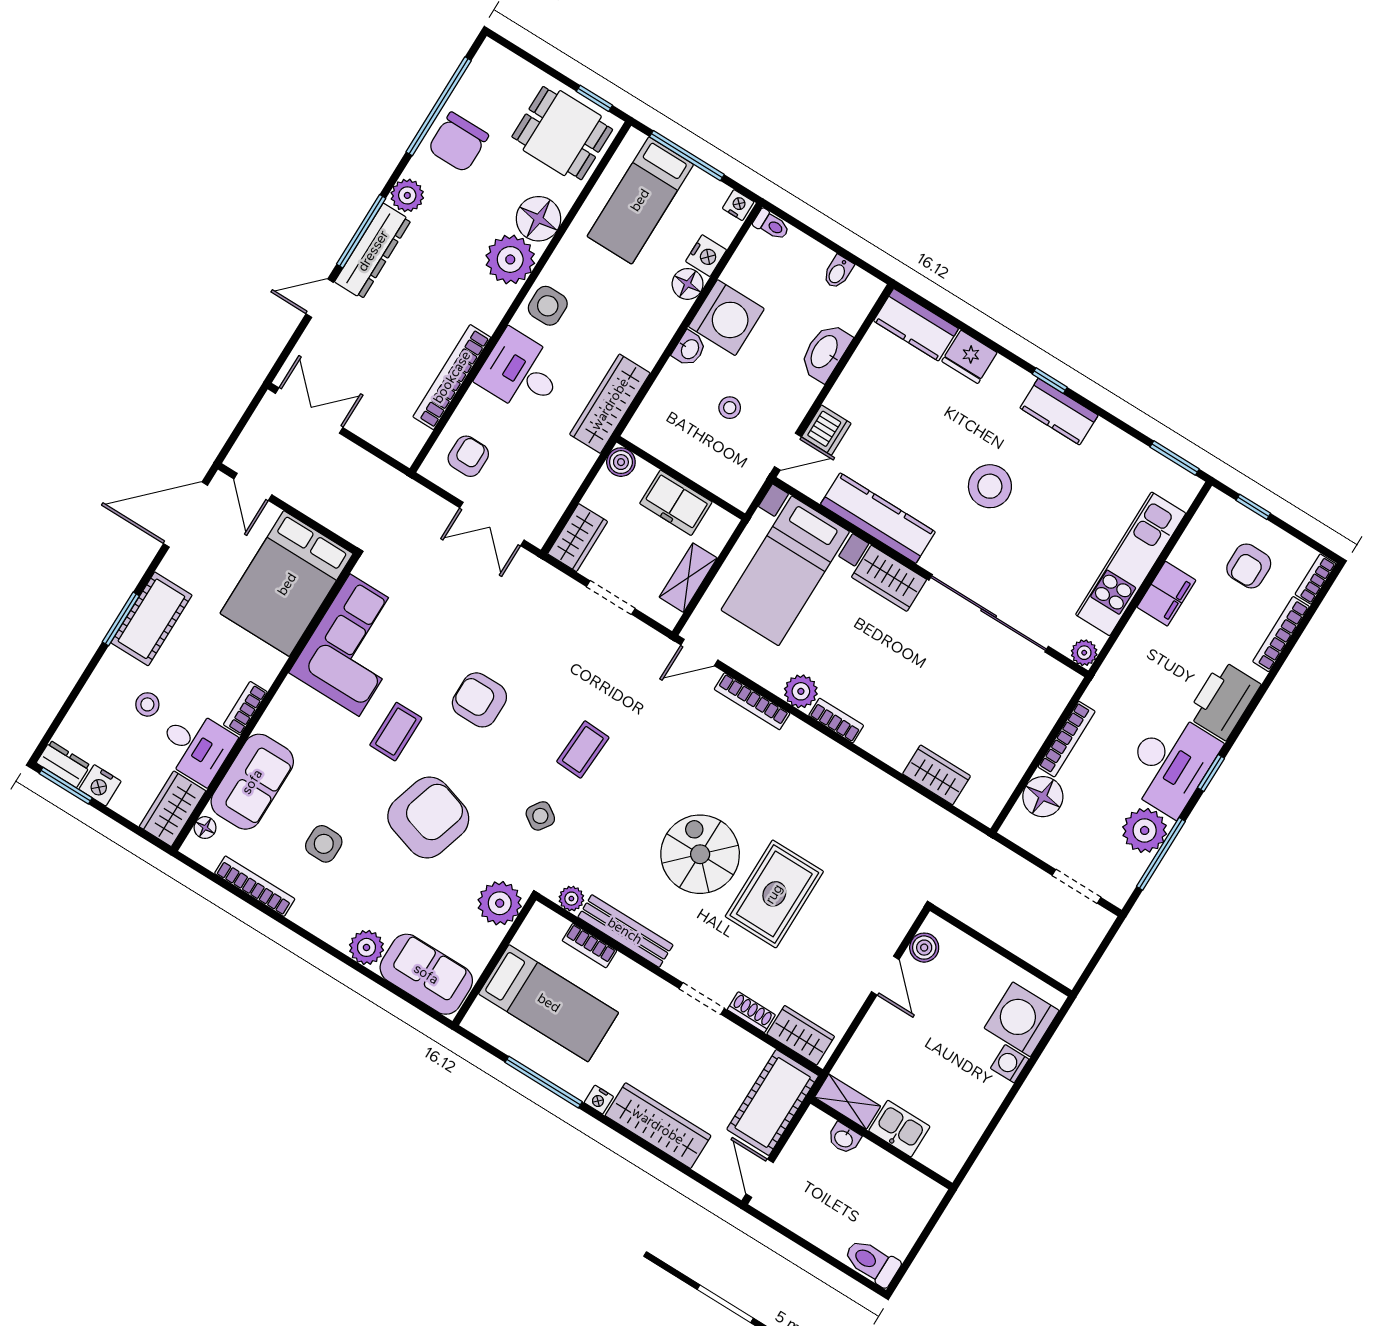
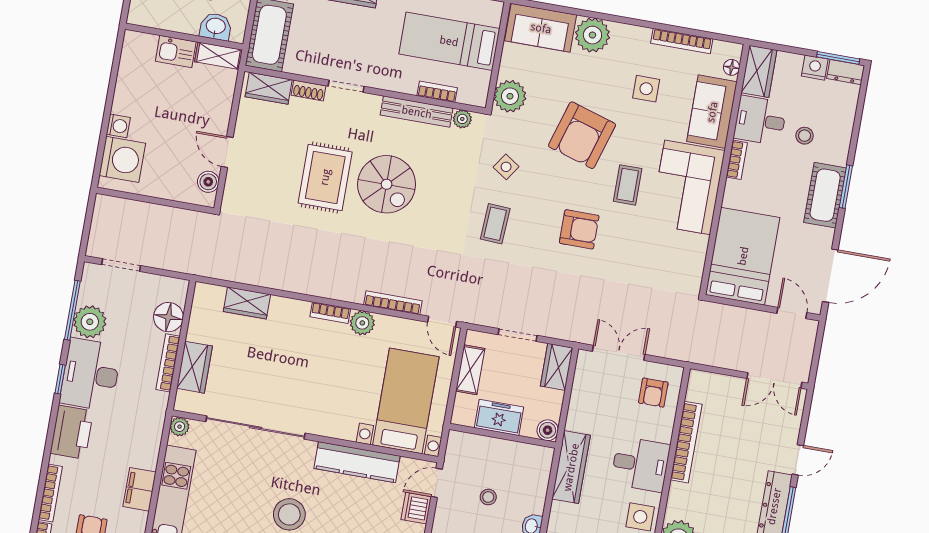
wardrobe: (889, 578) -> (194, 367), moved, turned 90
corner sofa: (354, 645) -> (687, 187), moved
door: (699, 652) -> (442, 322), swing flipped
plant: (366, 947) -> (592, 35), width x1.36, depth x1.36
washbasin: (844, 1138) -> (216, 27), width x1.38, depth x1.45

